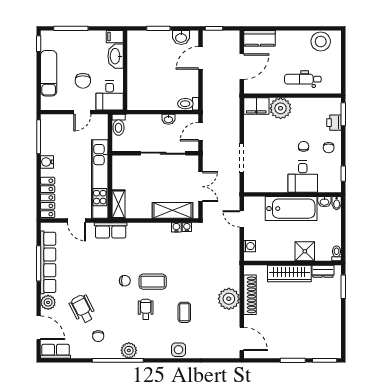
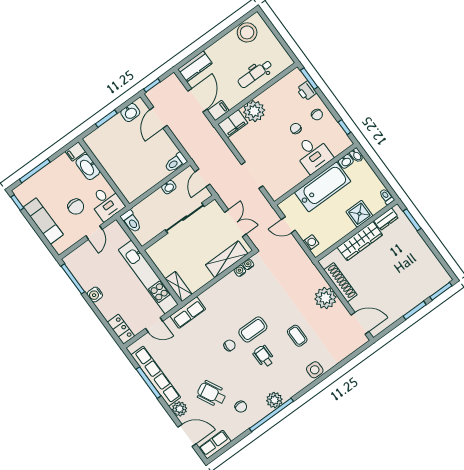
filing cabinet: (252, 87) -> (218, 110), added
locker: (48, 197) -> (121, 329), width x0.66

